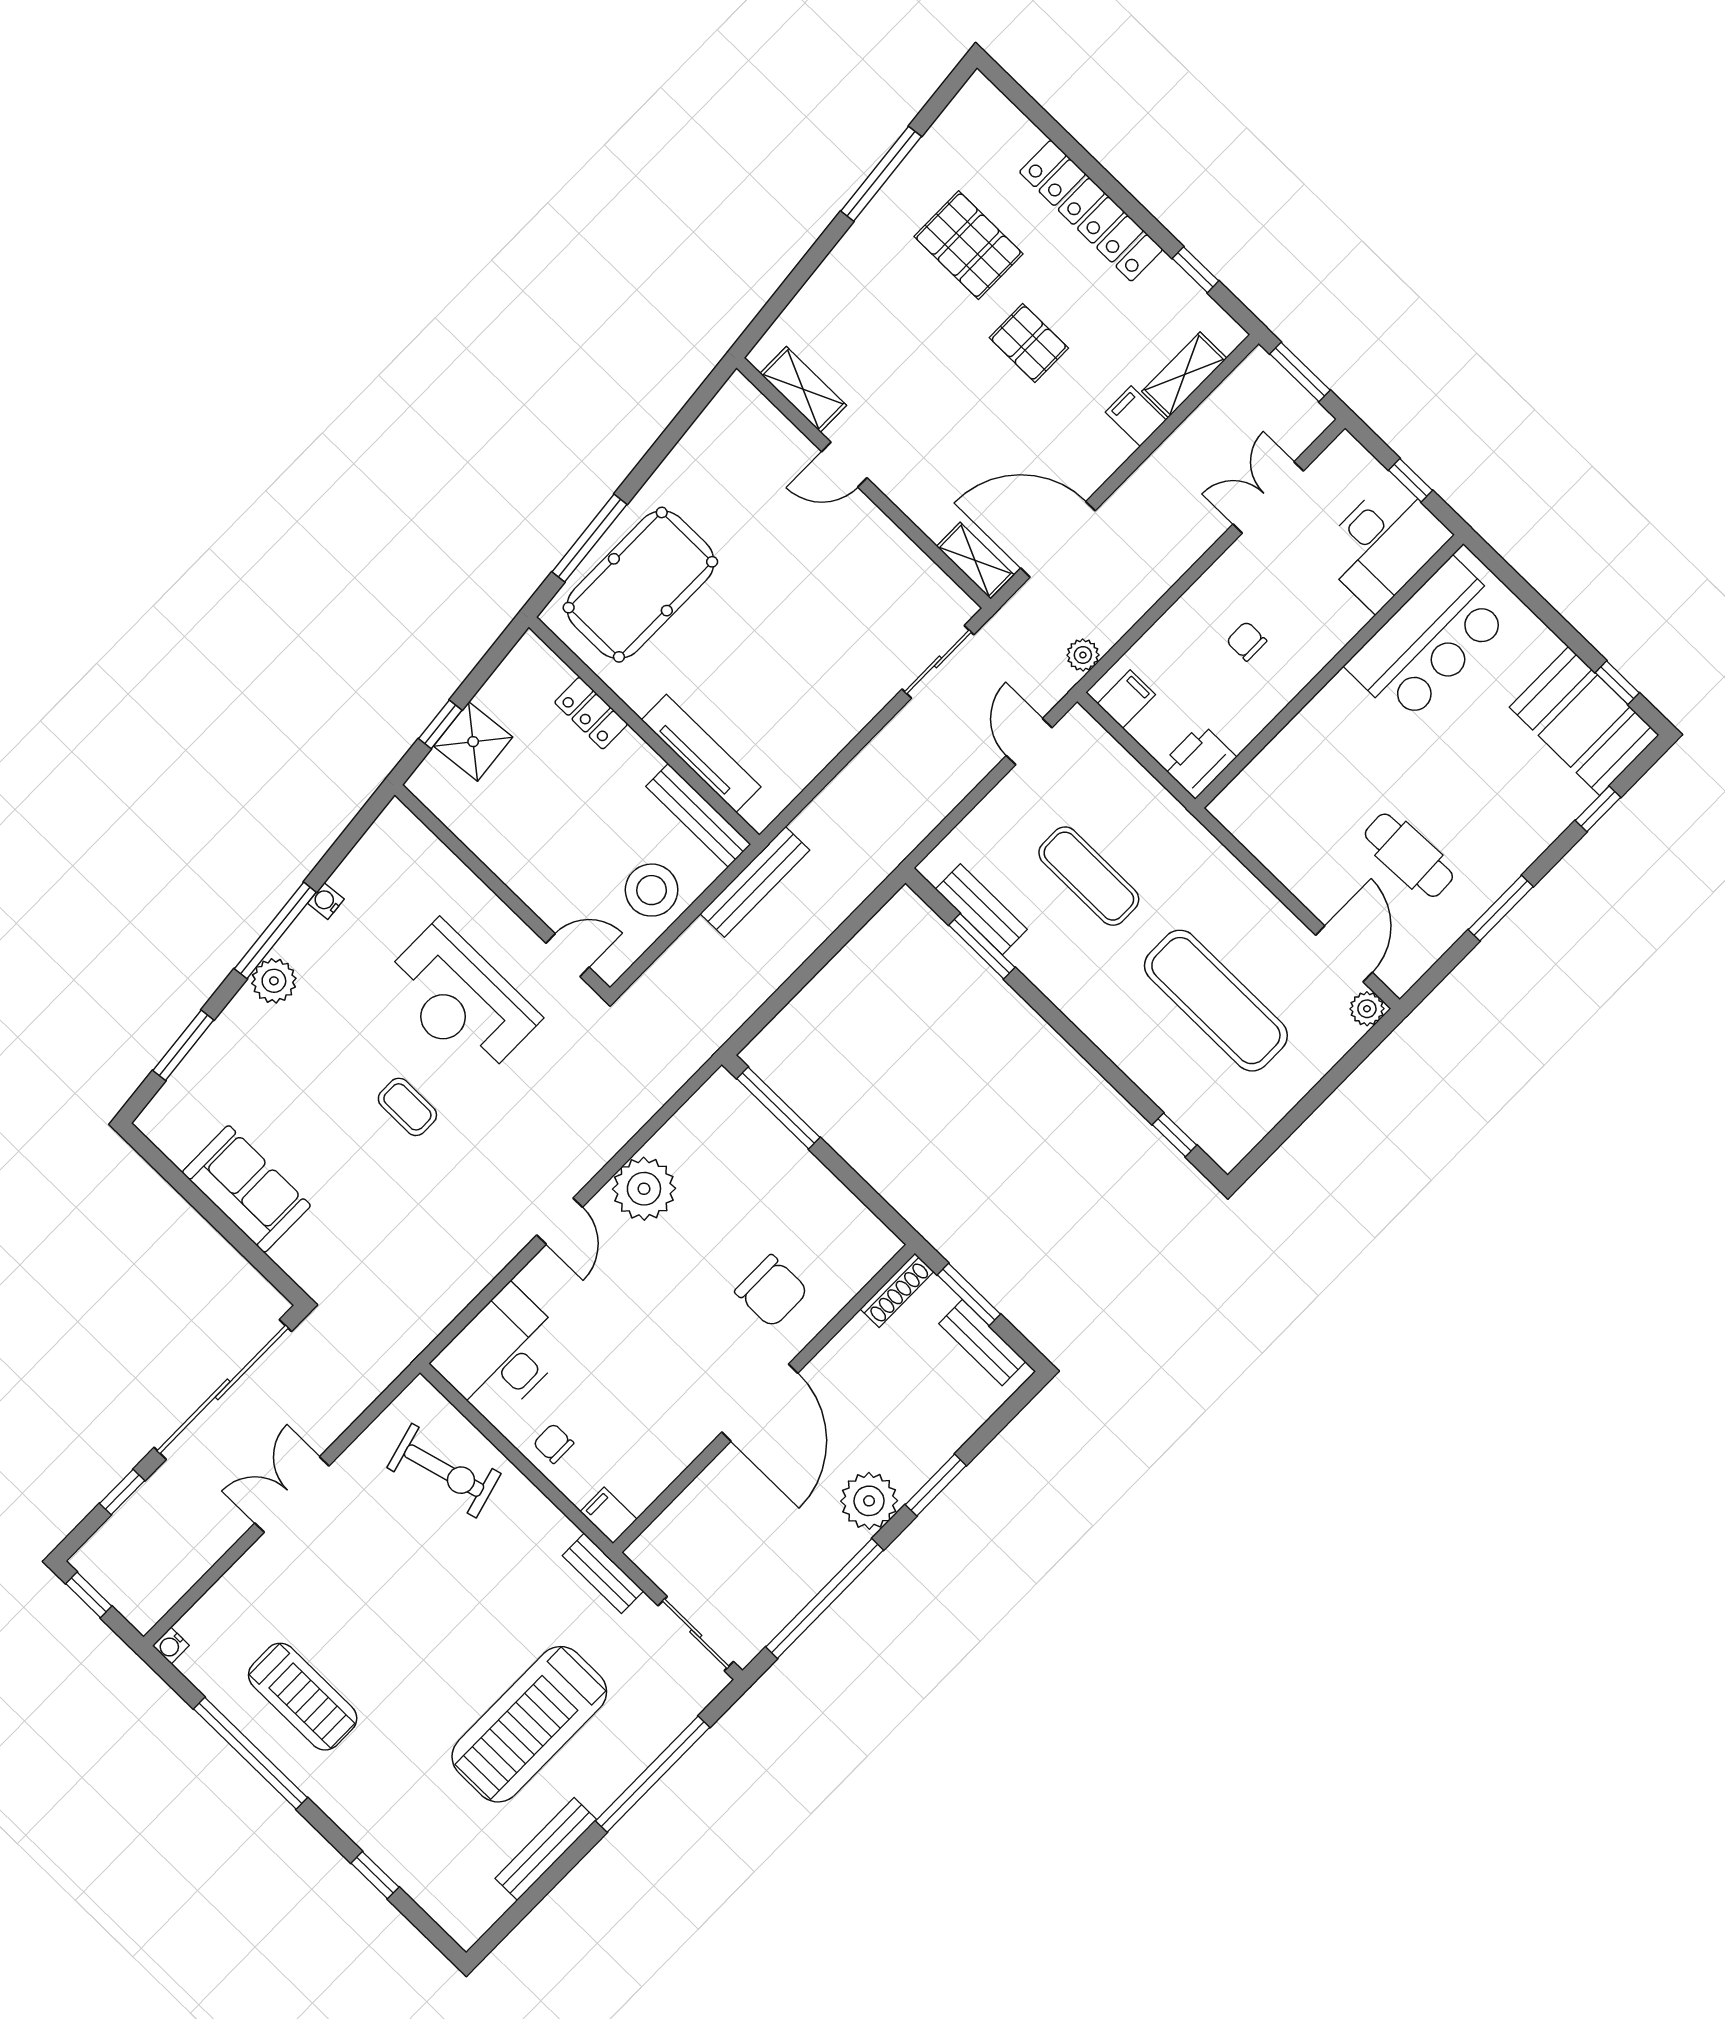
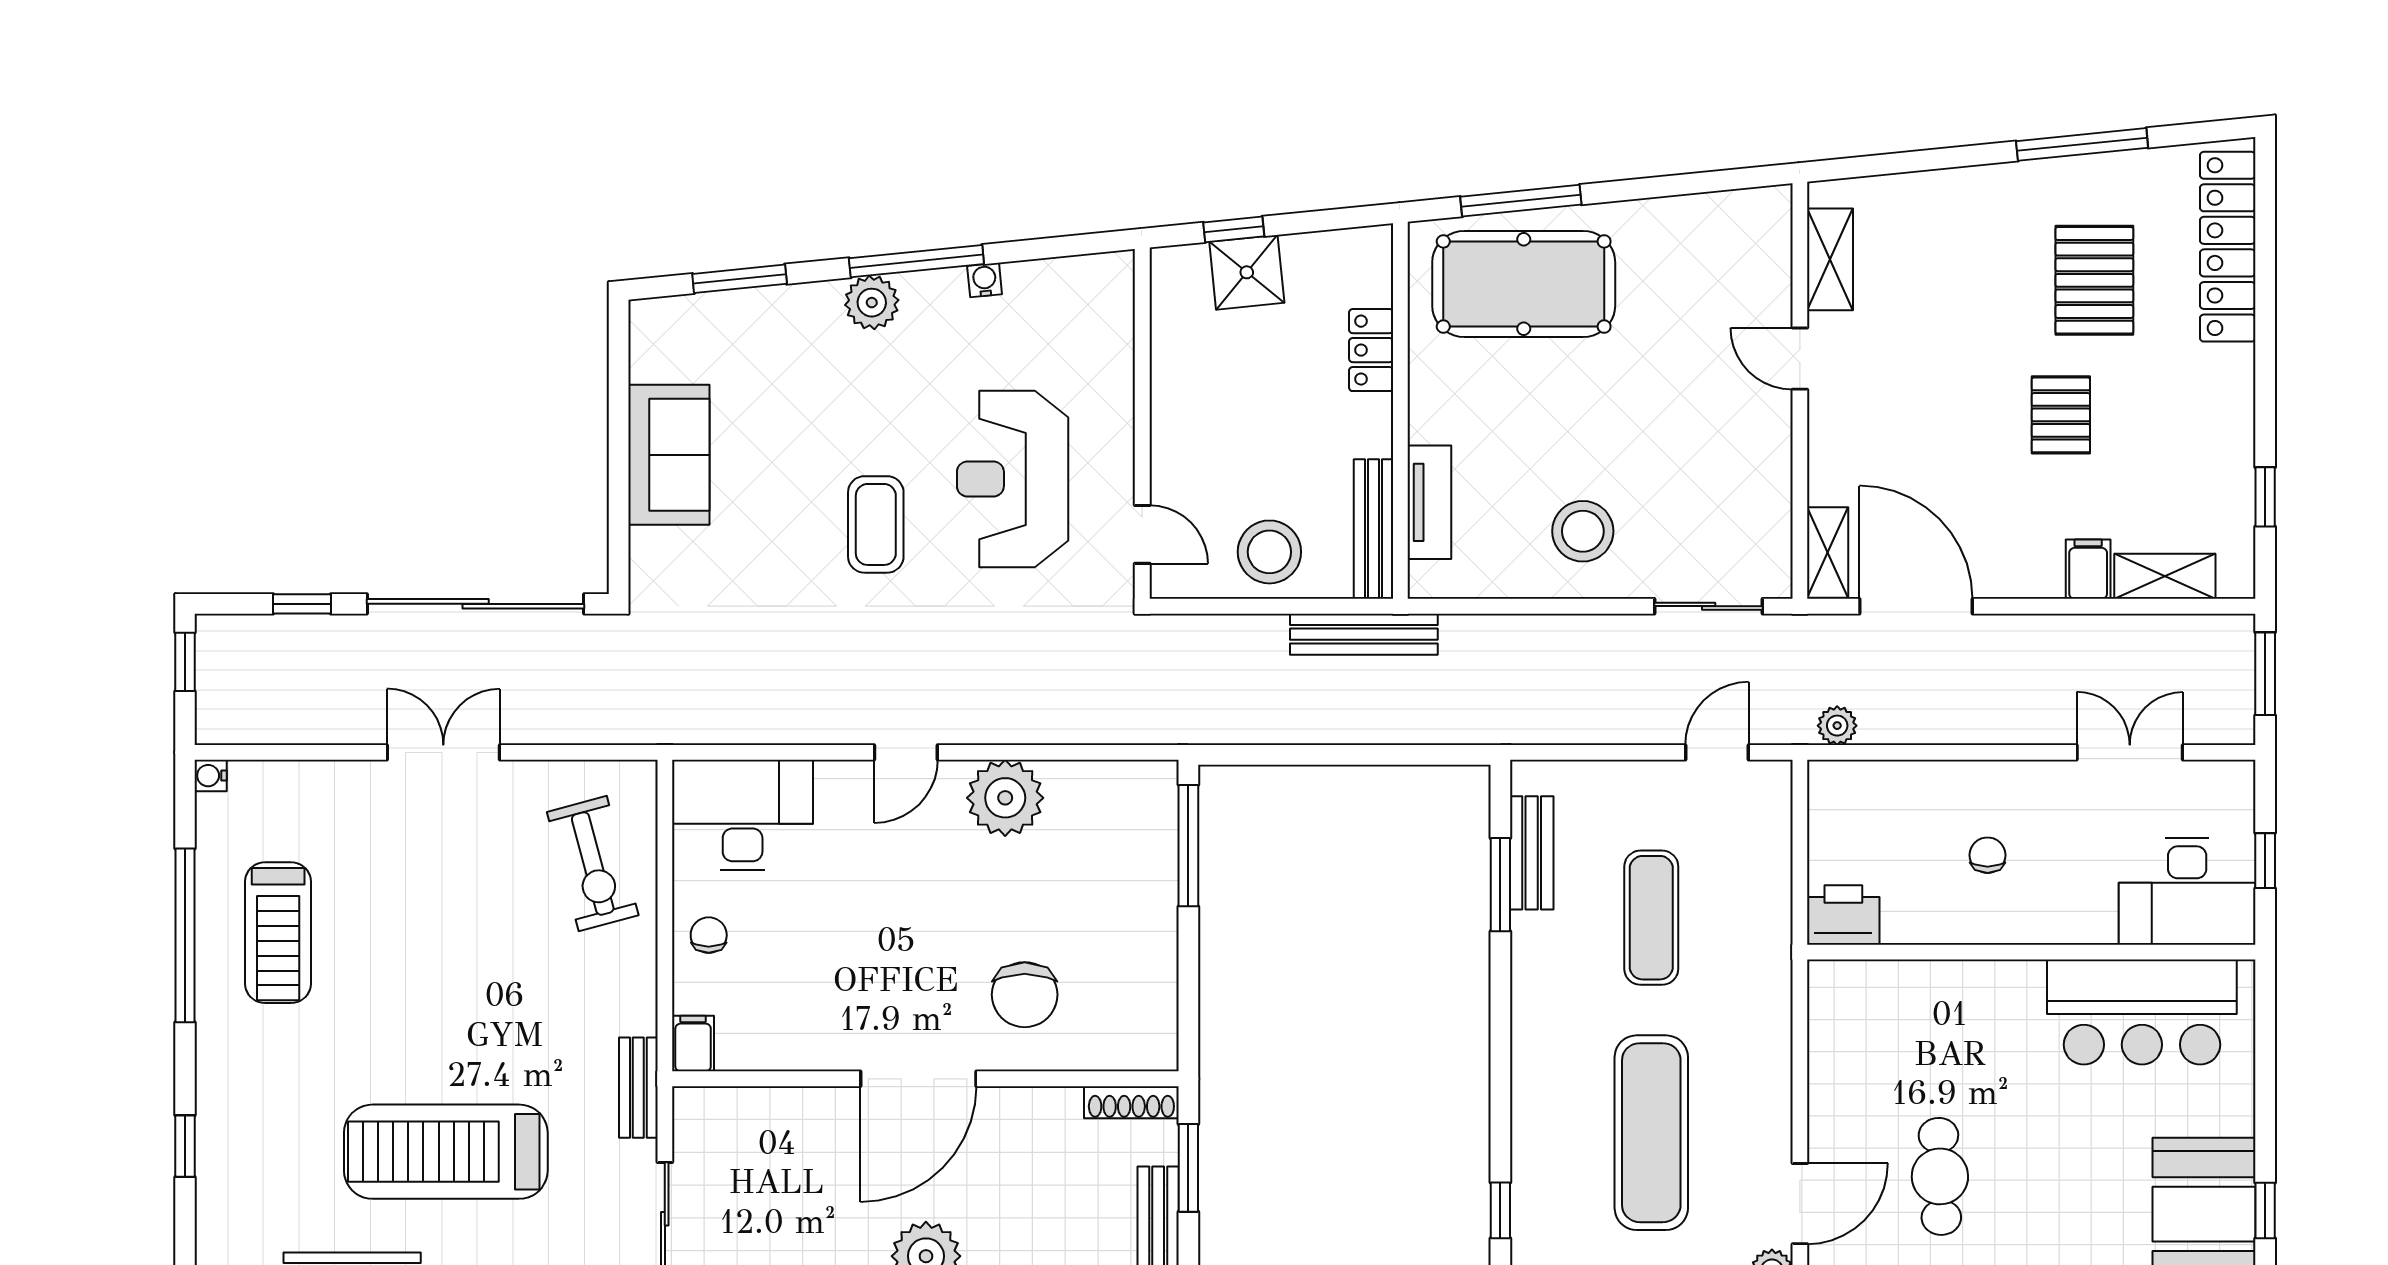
locker: (1091, 211) -> (2228, 247), moved
stool: (821, 693) -> (1583, 531), added
filing cabinet: (1126, 699) -> (1836, 800), removed
tv unit: (701, 753) -> (1429, 502), width x0.71
coffee table: (407, 1107) -> (876, 524), width x1.36, depth x1.30

